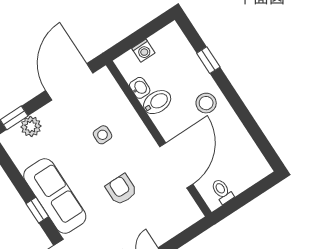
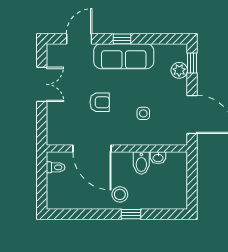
washing machine: (143, 51) -> (181, 176), removed
window: (208, 60) -> (131, 214), moved

